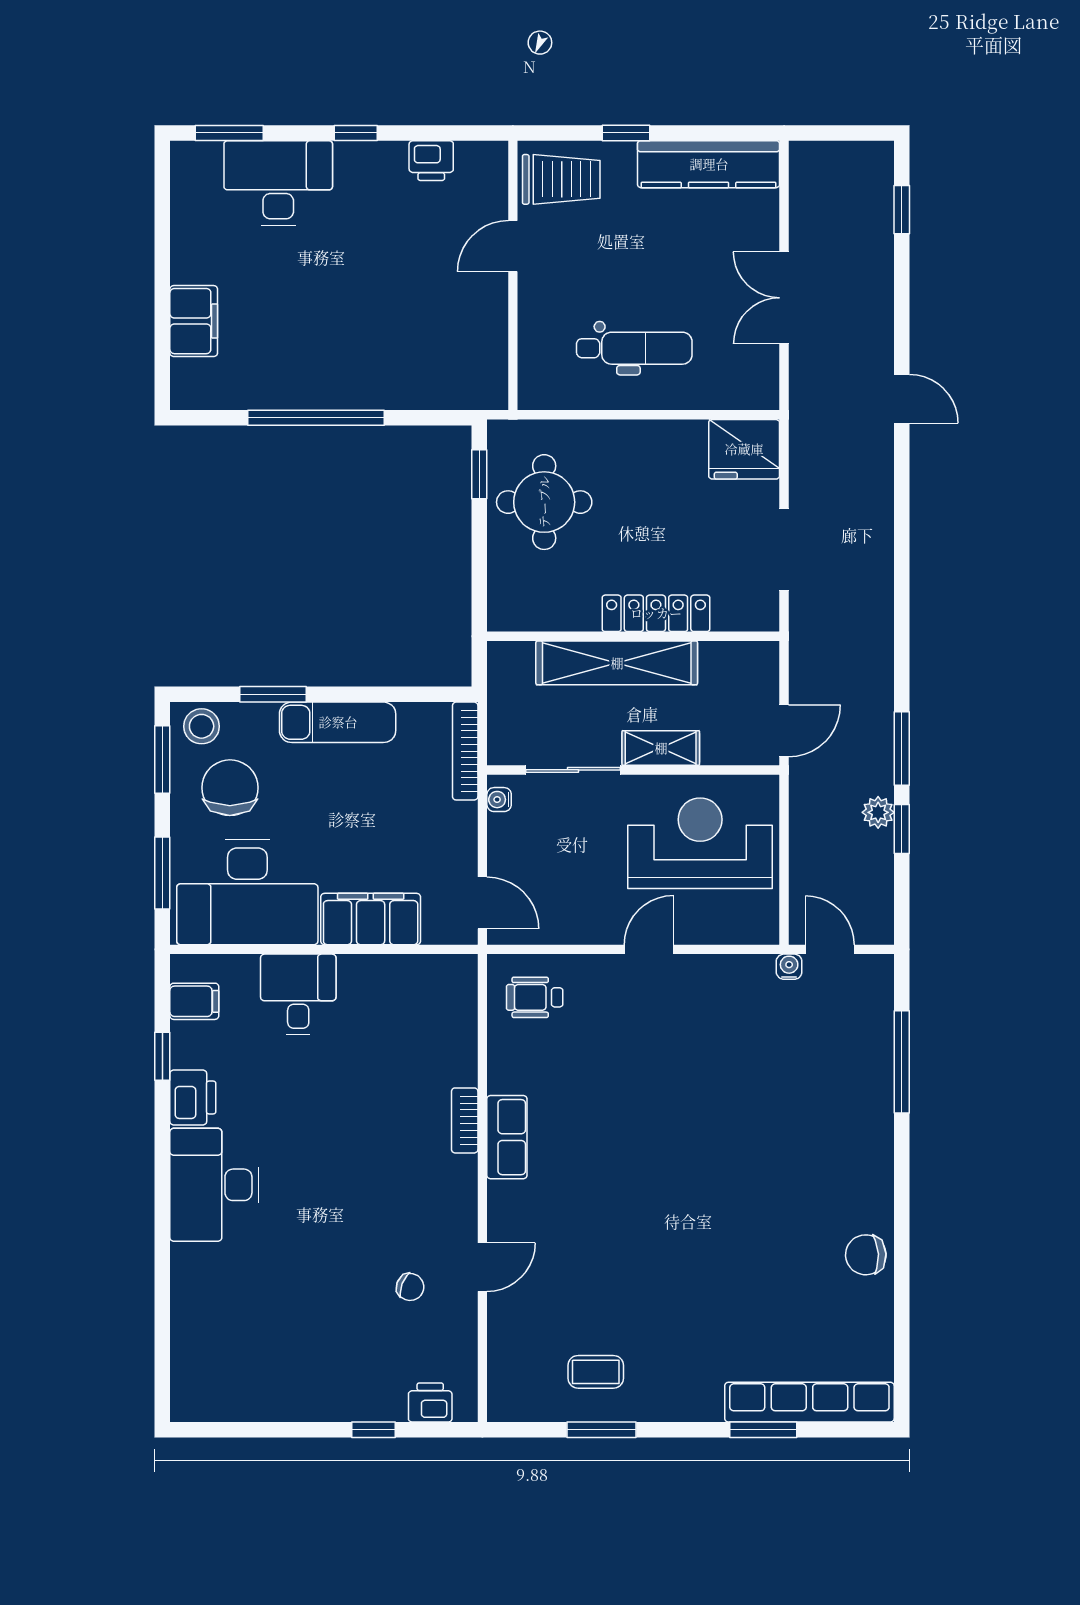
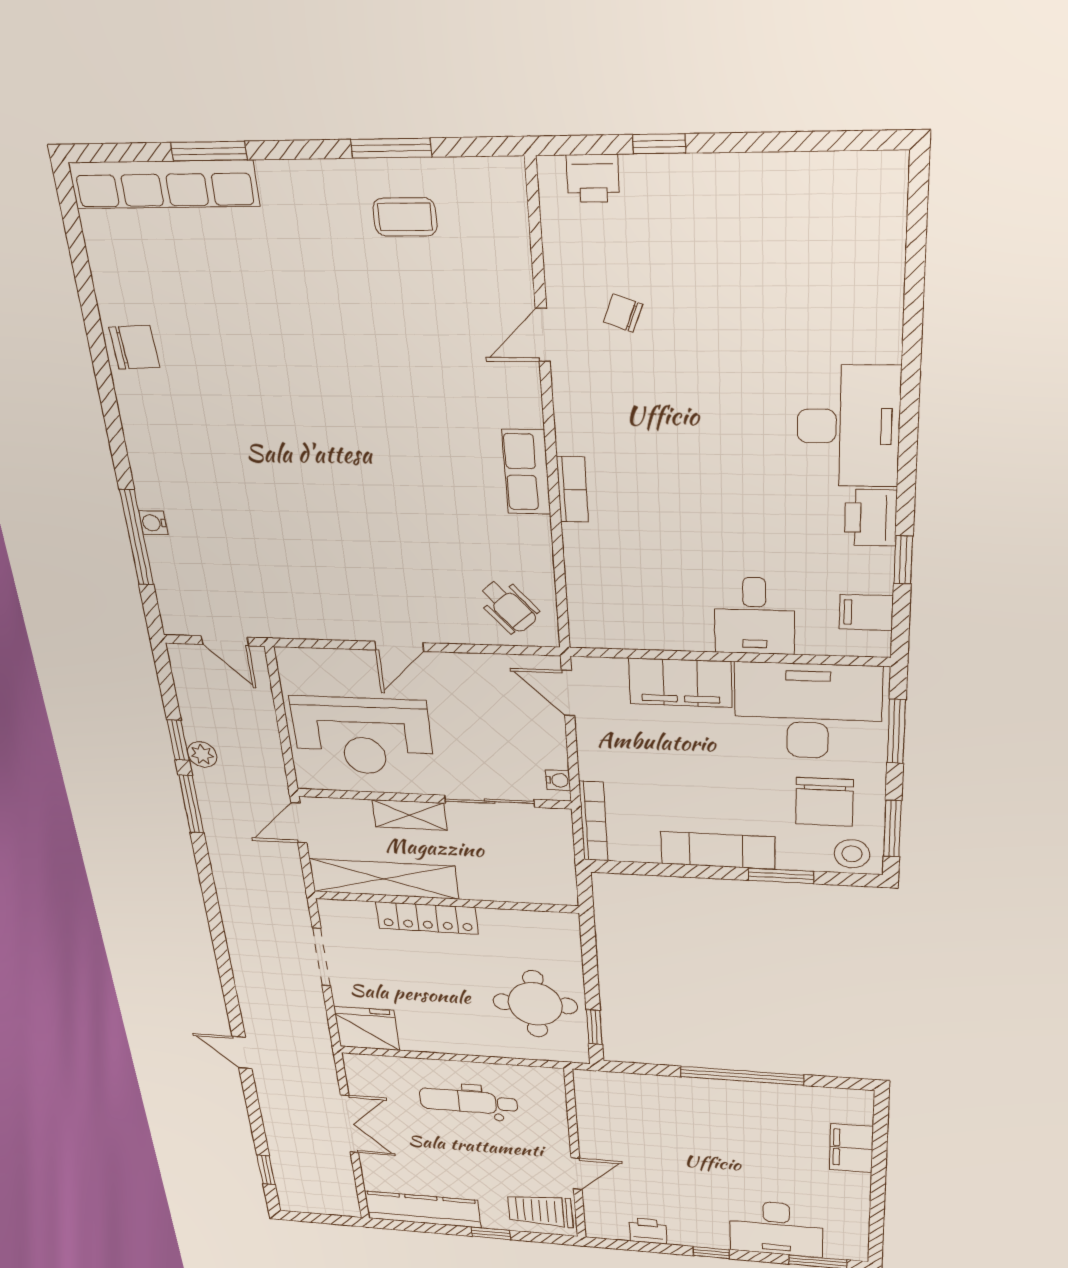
shelving: (617, 663) -> (384, 879), moved
water cooler: (789, 967) -> (153, 523), moved, turned 90
wheelchair: (535, 997) -> (509, 606), turned 49

